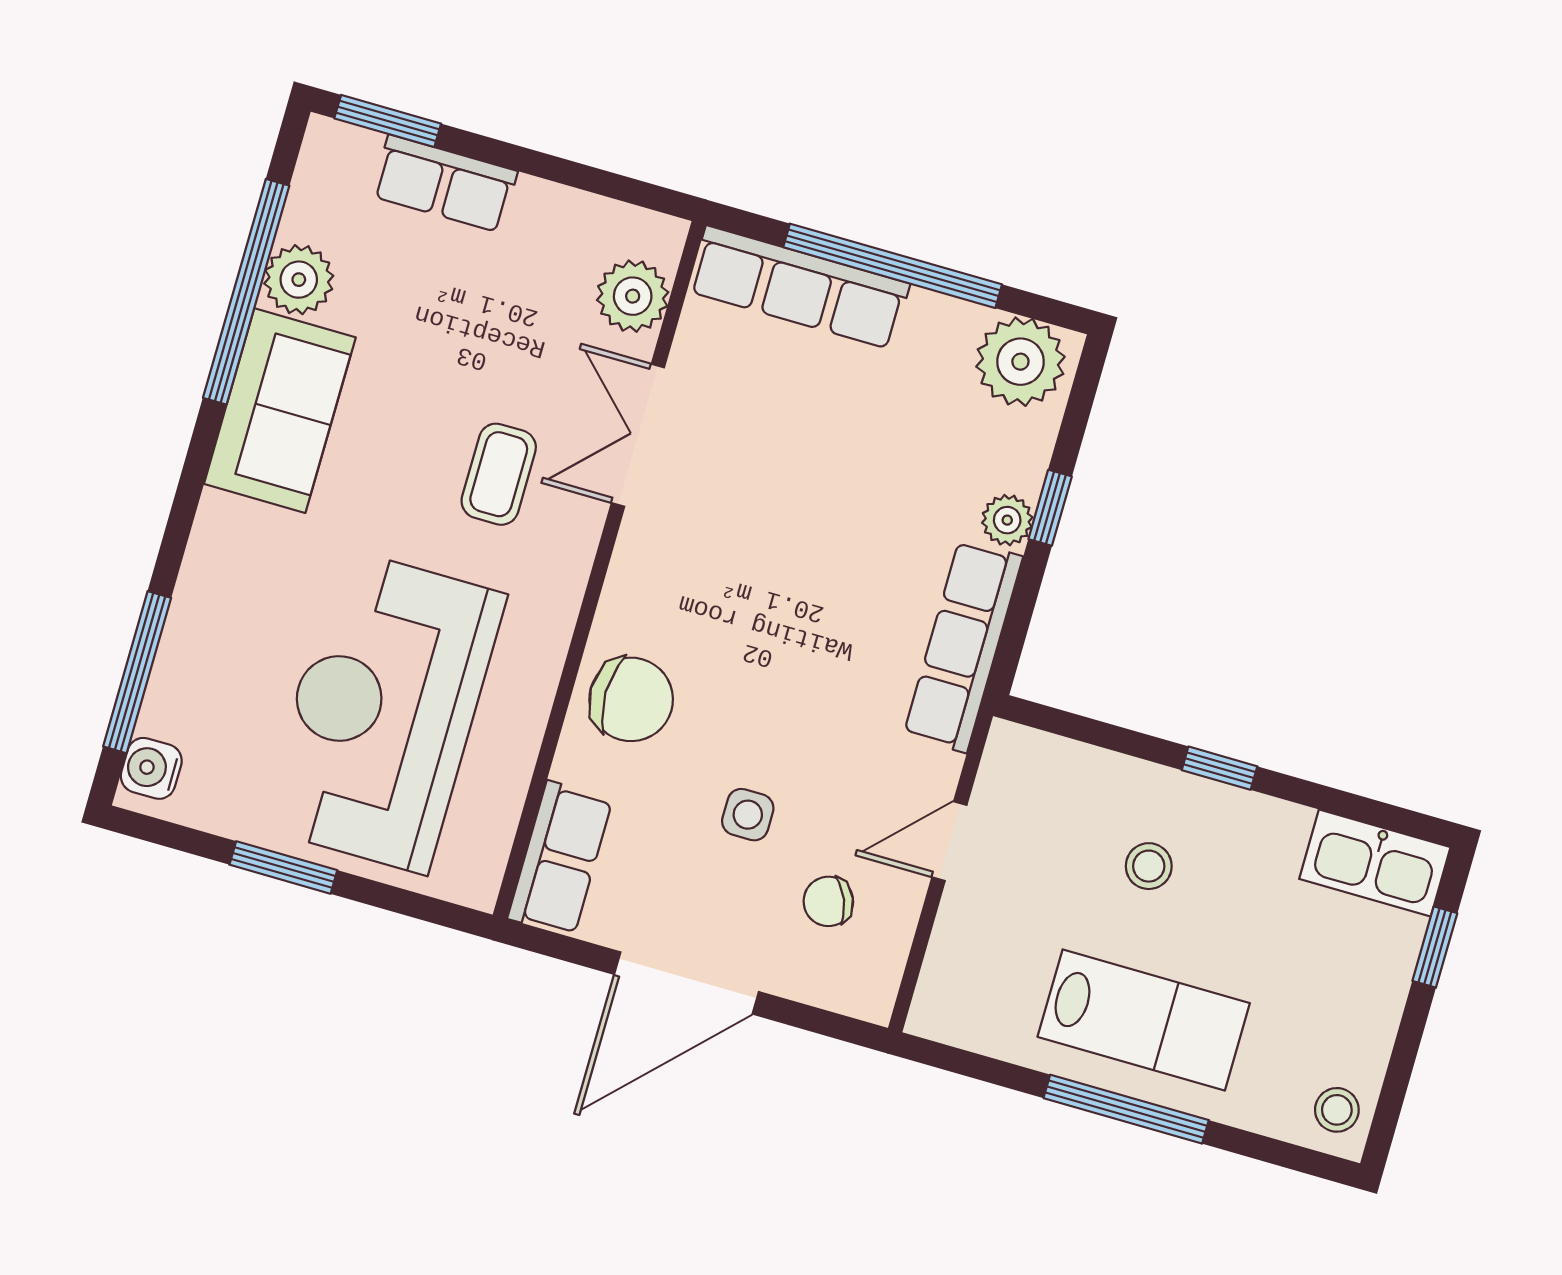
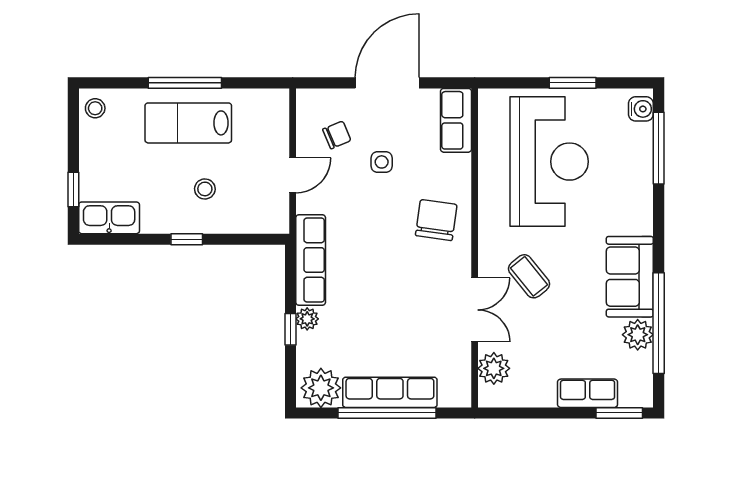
row of seats: (799, 287) -> (390, 392), moved
coffee table: (499, 474) -> (529, 276), turned -39
chair: (631, 699) -> (436, 220), moved, turned 98

